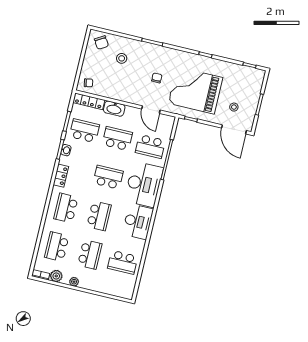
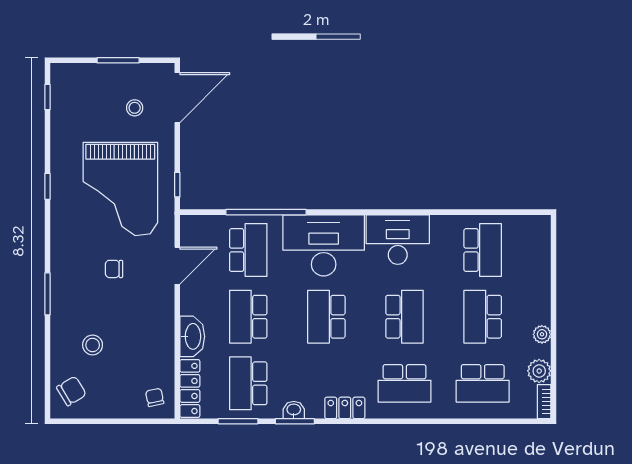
school desk: (99, 216) -> (405, 317), turned 90
school desk: (90, 254) -> (483, 317), turned -90

